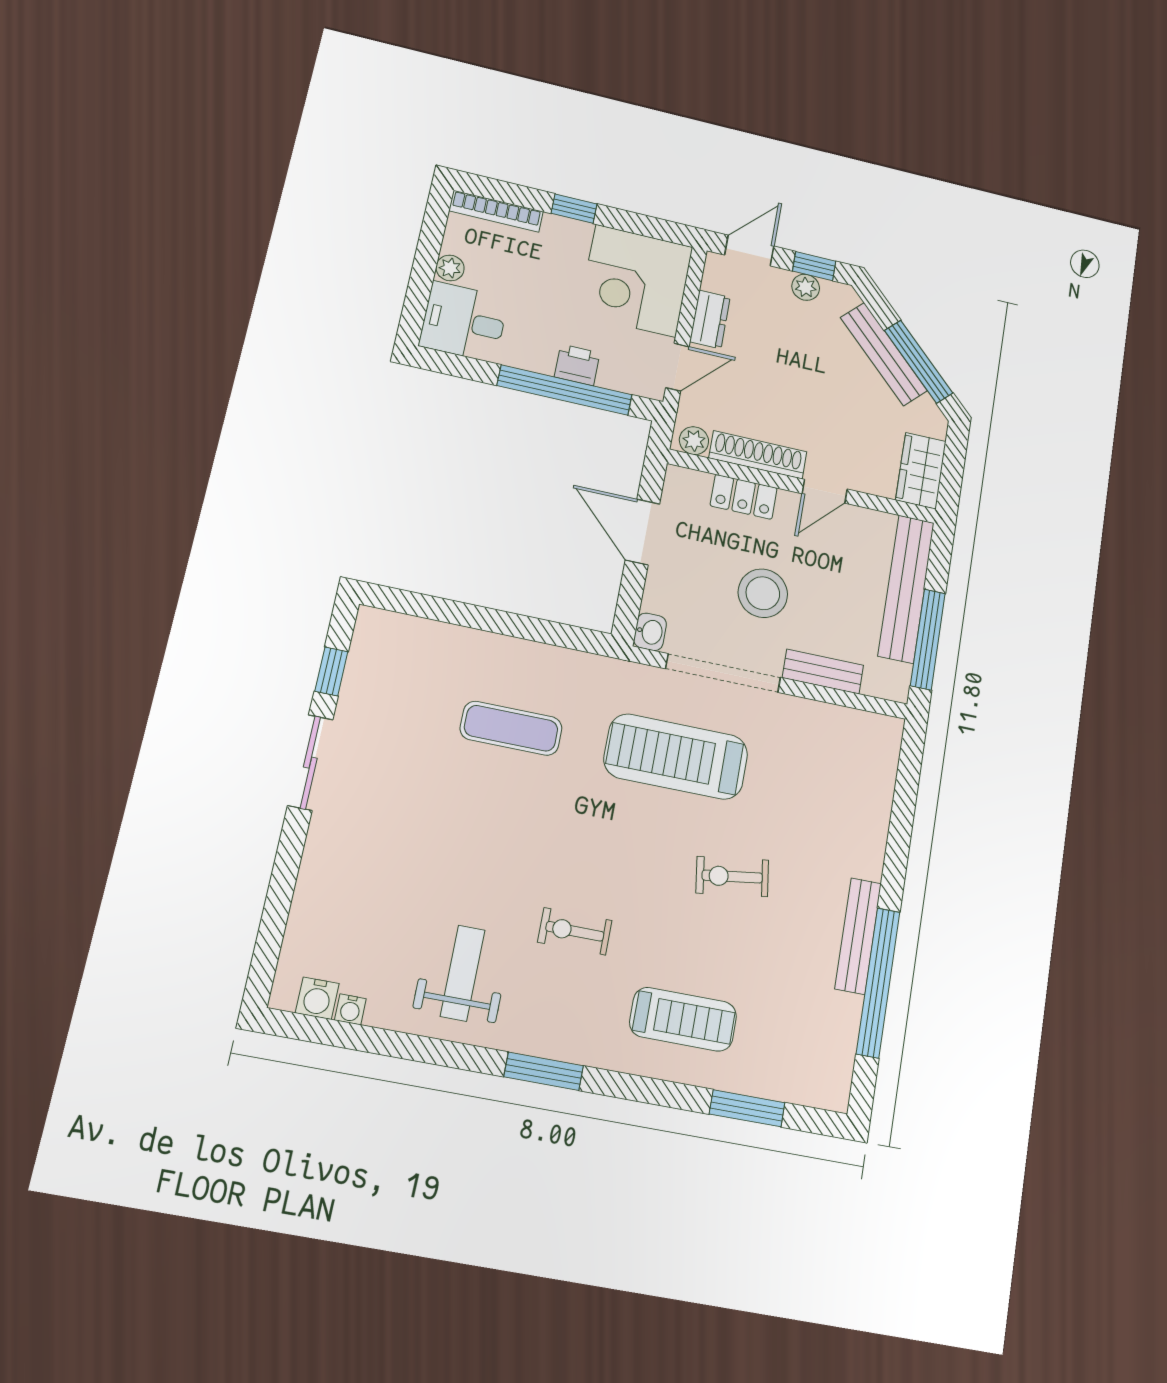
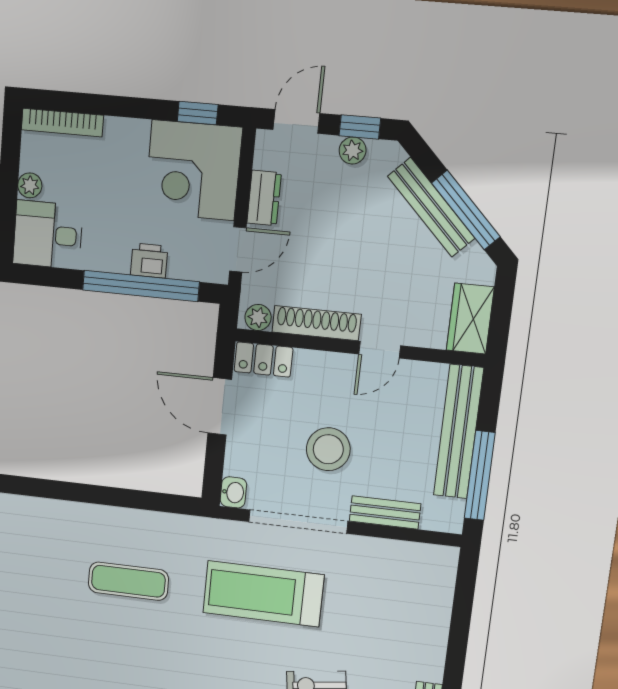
window: (574, 209) -> (198, 113), moved
locker: (744, 497) -> (263, 360), moved

